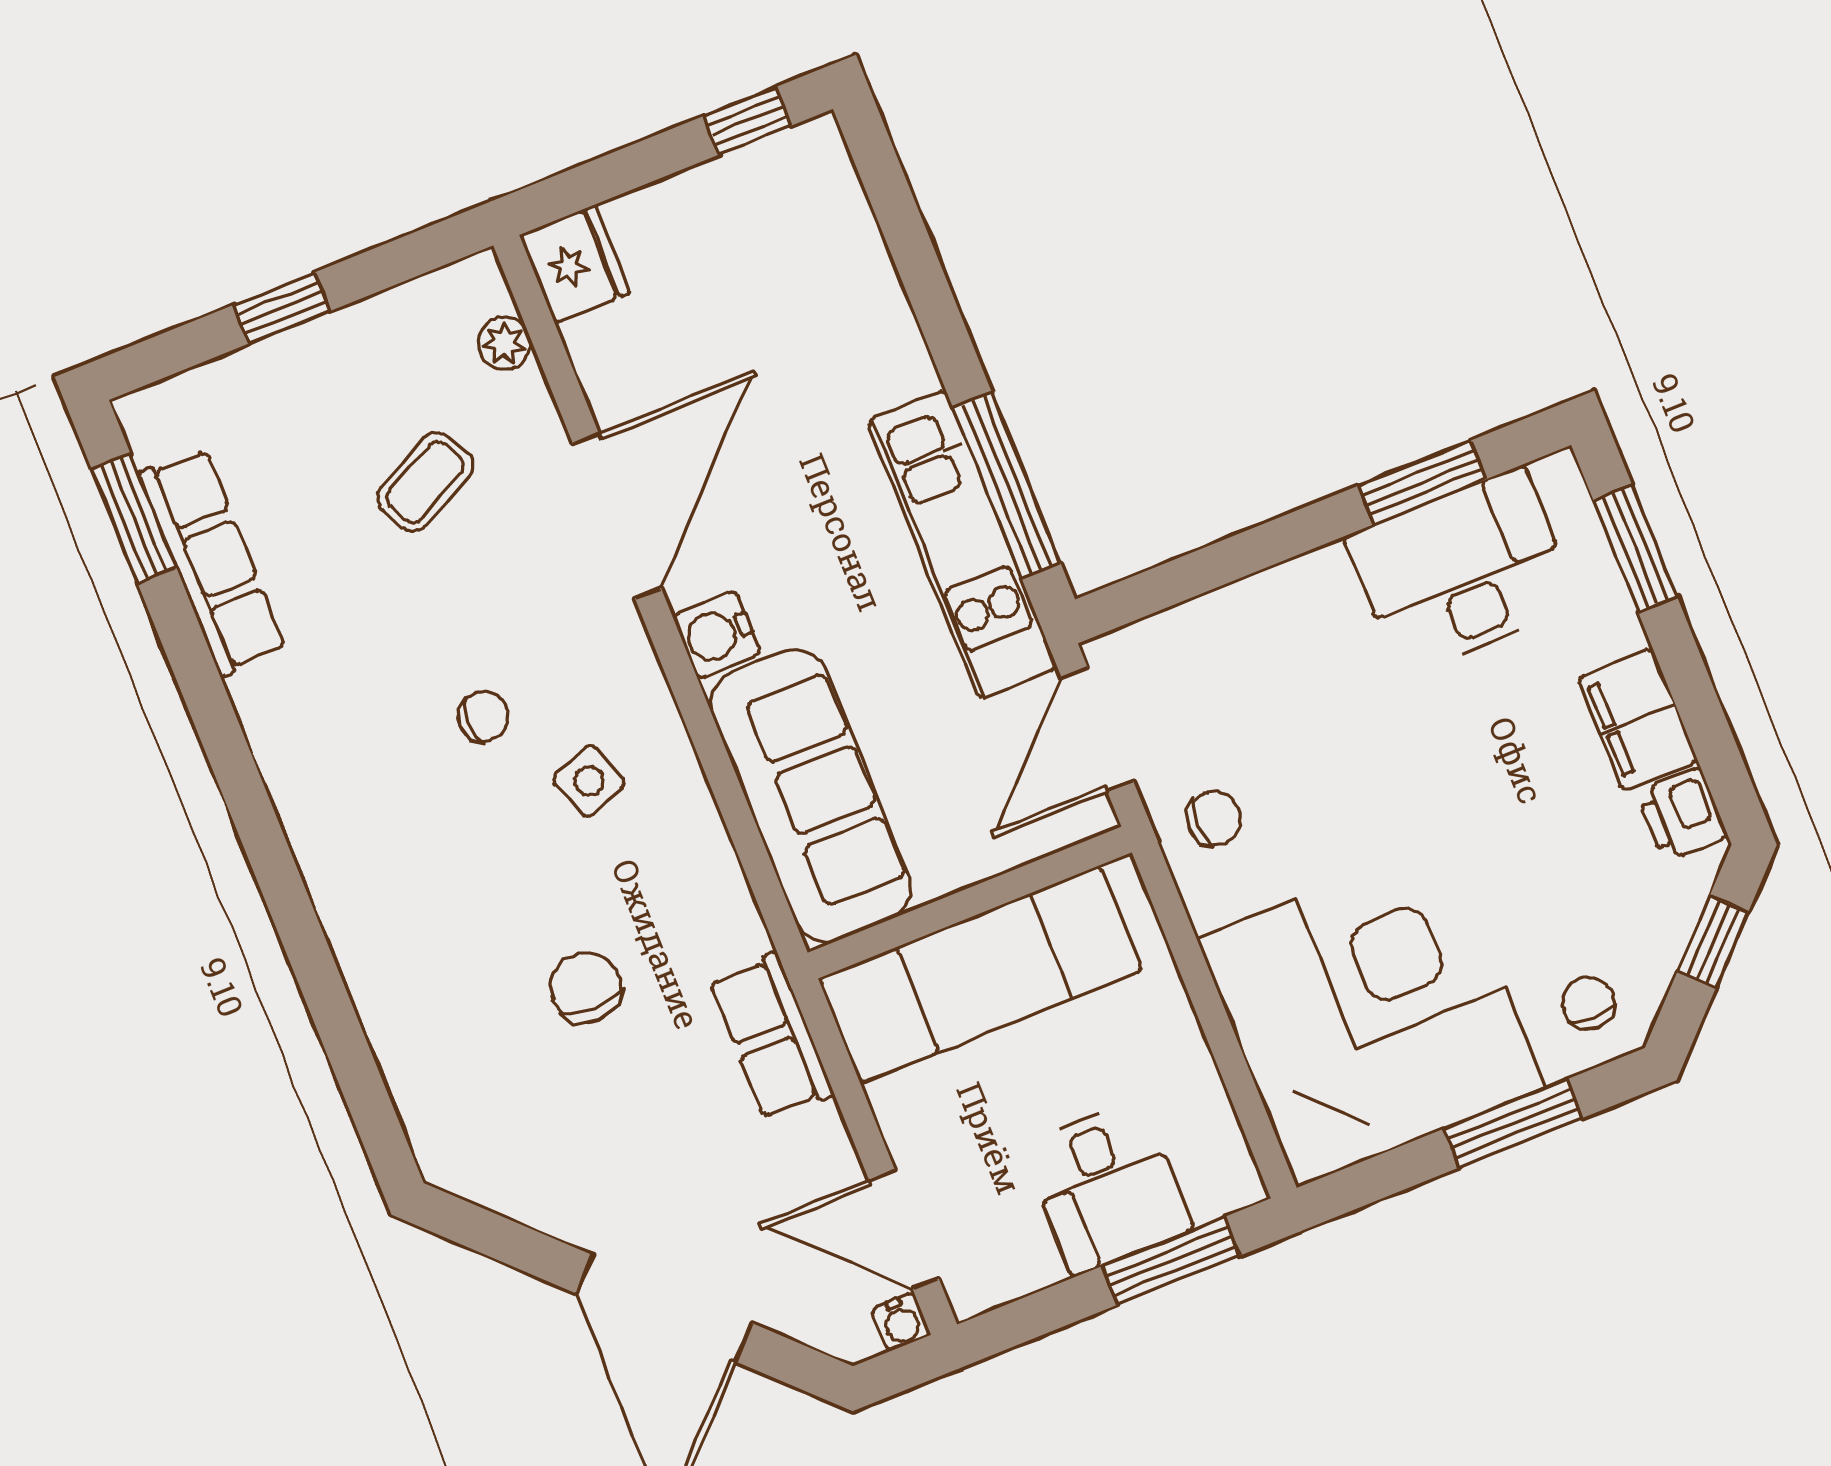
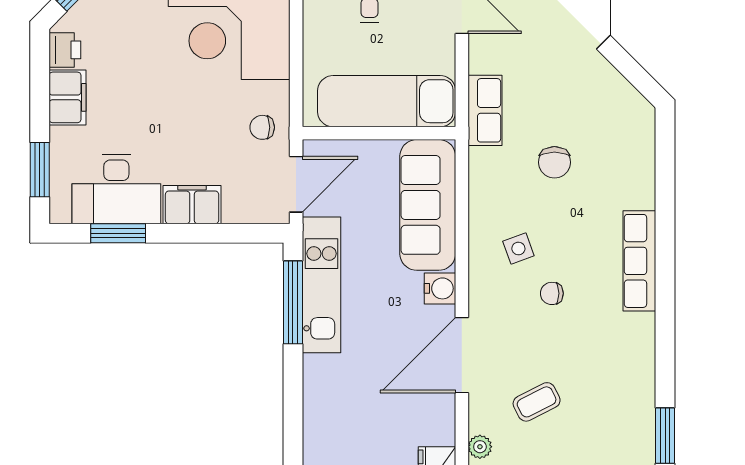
row of seats: (212, 562) -> (639, 261), moved
filing cabinet: (1294, 602) -> (192, 205), added

